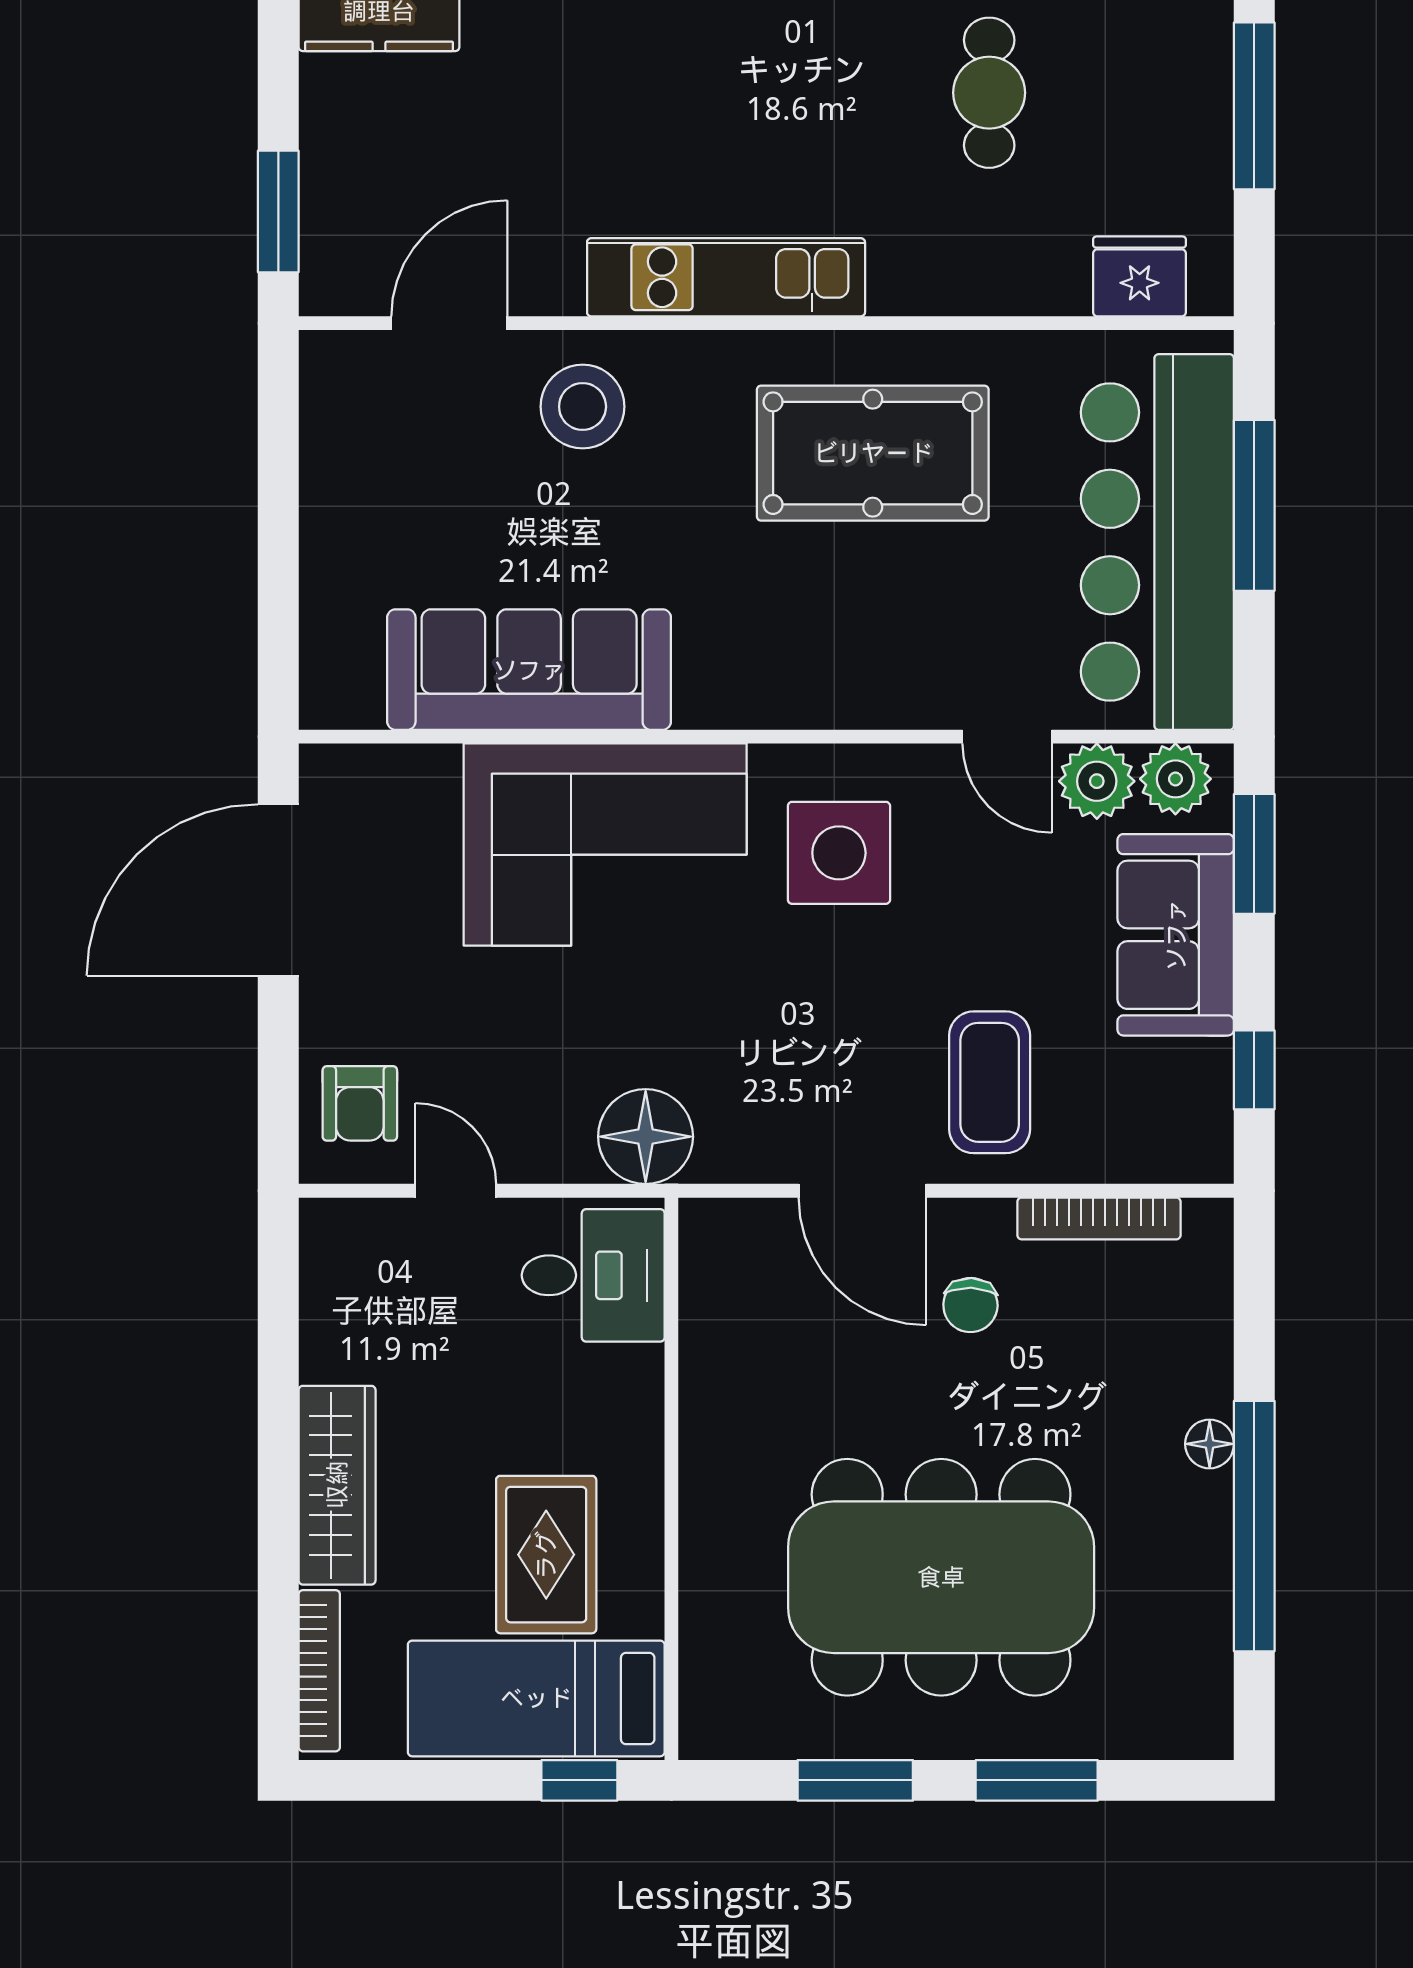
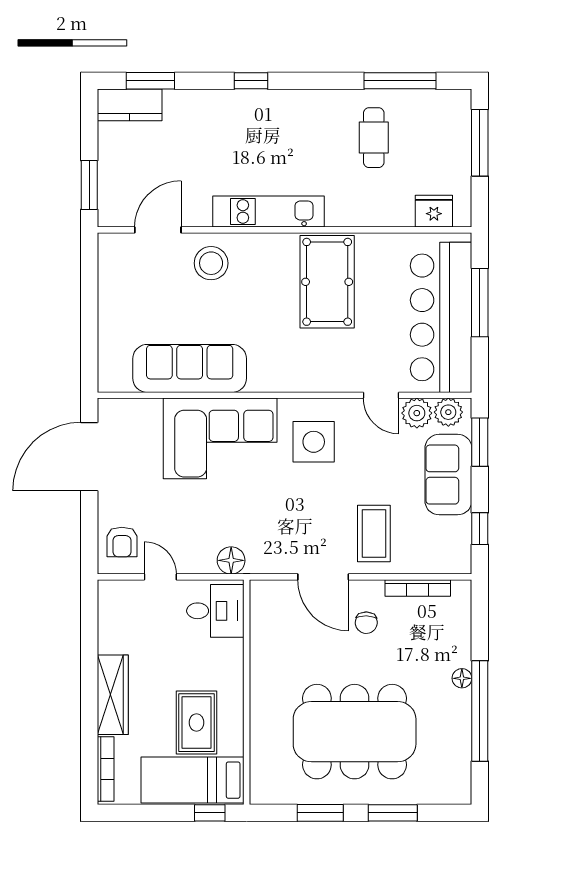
pool table: (873, 453) -> (327, 282), turned 90
floor lamp: (646, 1137) -> (231, 560), width x0.73, depth x0.73

